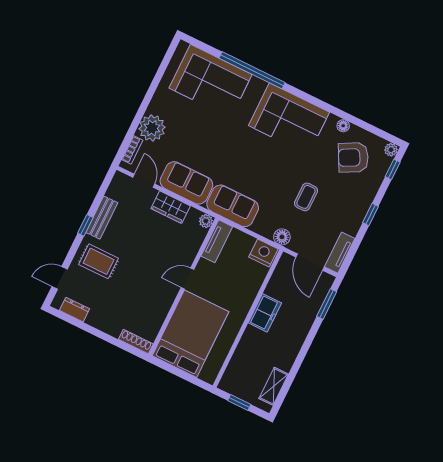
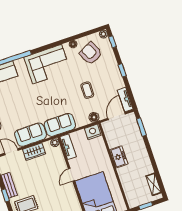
armchair: (353, 157) -> (91, 53), turned 92
door: (310, 262) -> (117, 116), swing flipped

